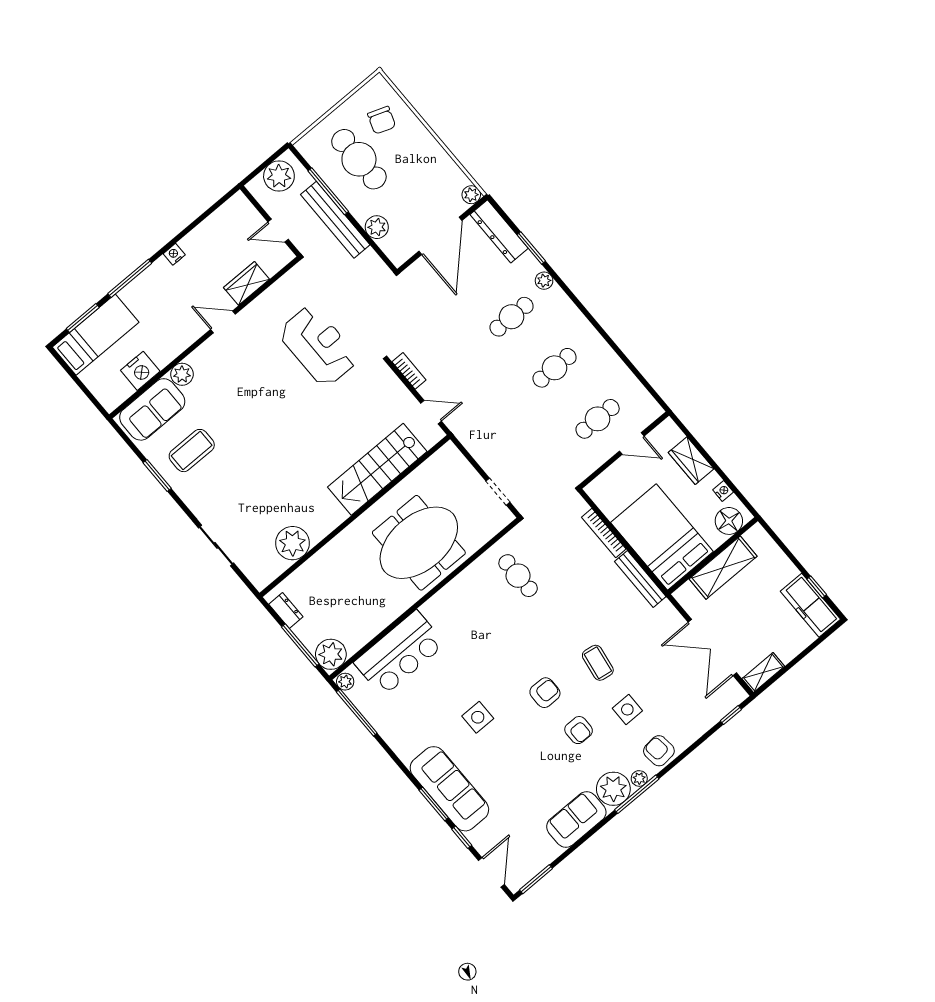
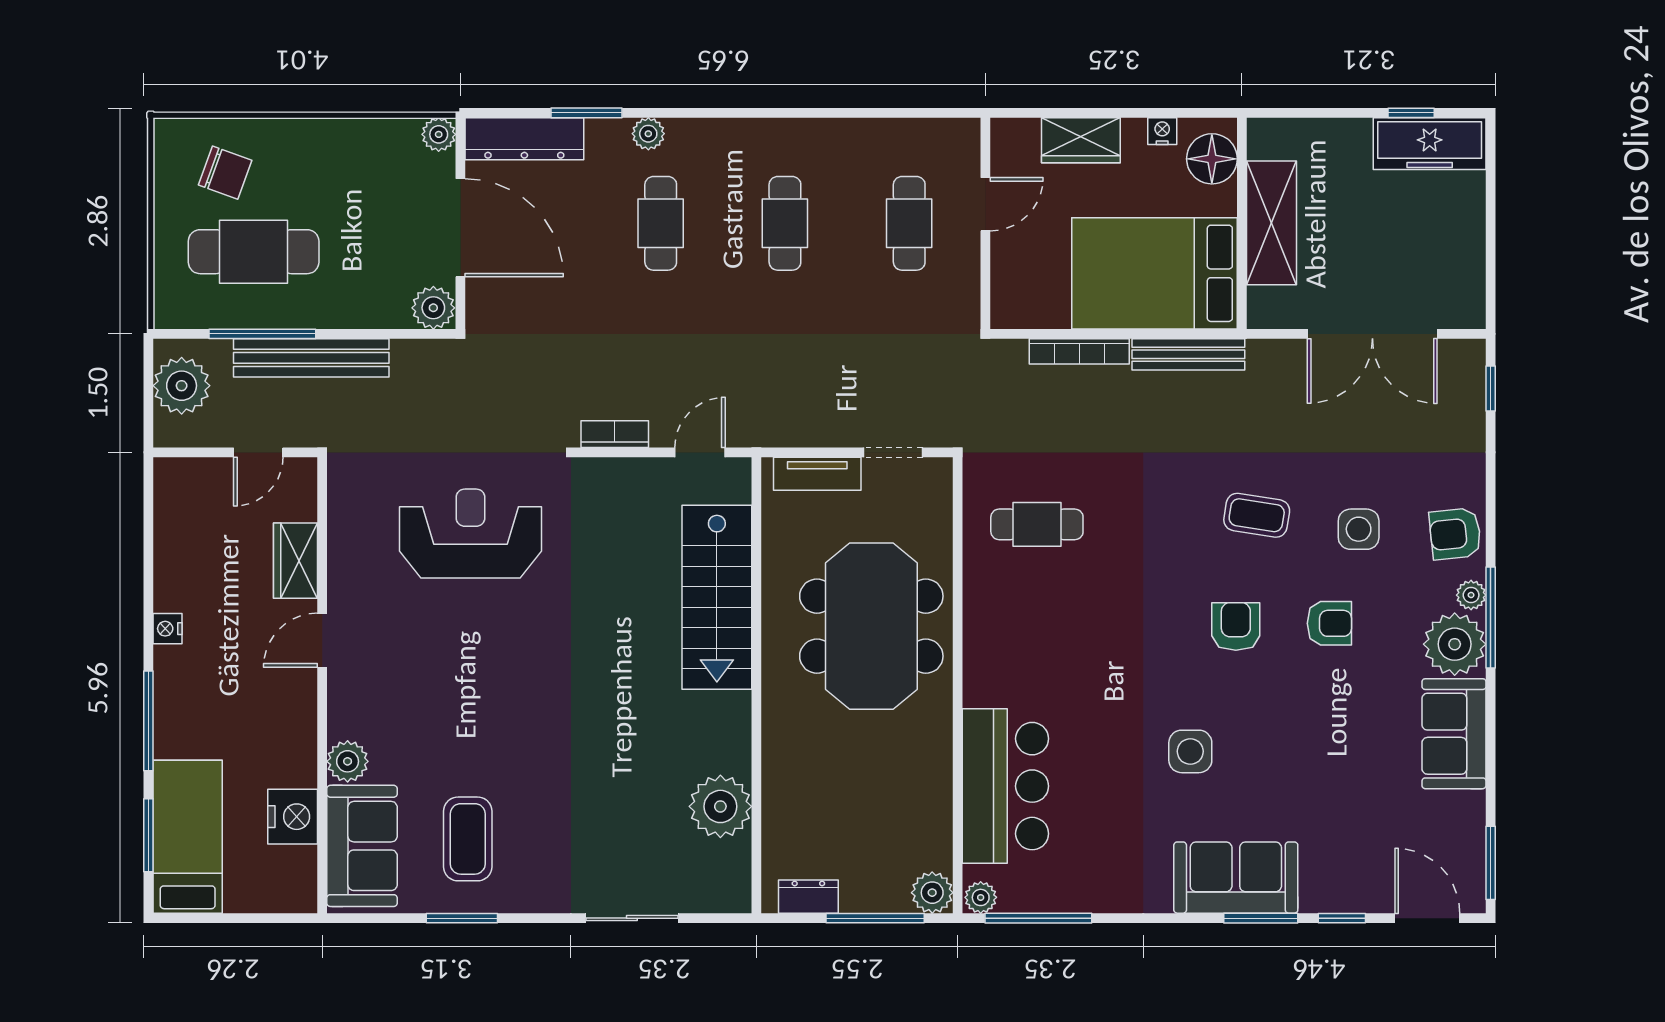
plant: (377, 227) -> (433, 308), moved
tv unit: (463, 468) -> (817, 474), added
plant: (331, 654) -> (932, 893), width x0.73, depth x0.73
shelving: (763, 672) -> (1469, 291), removed
sofa: (449, 789) -> (1236, 878), width x0.73

